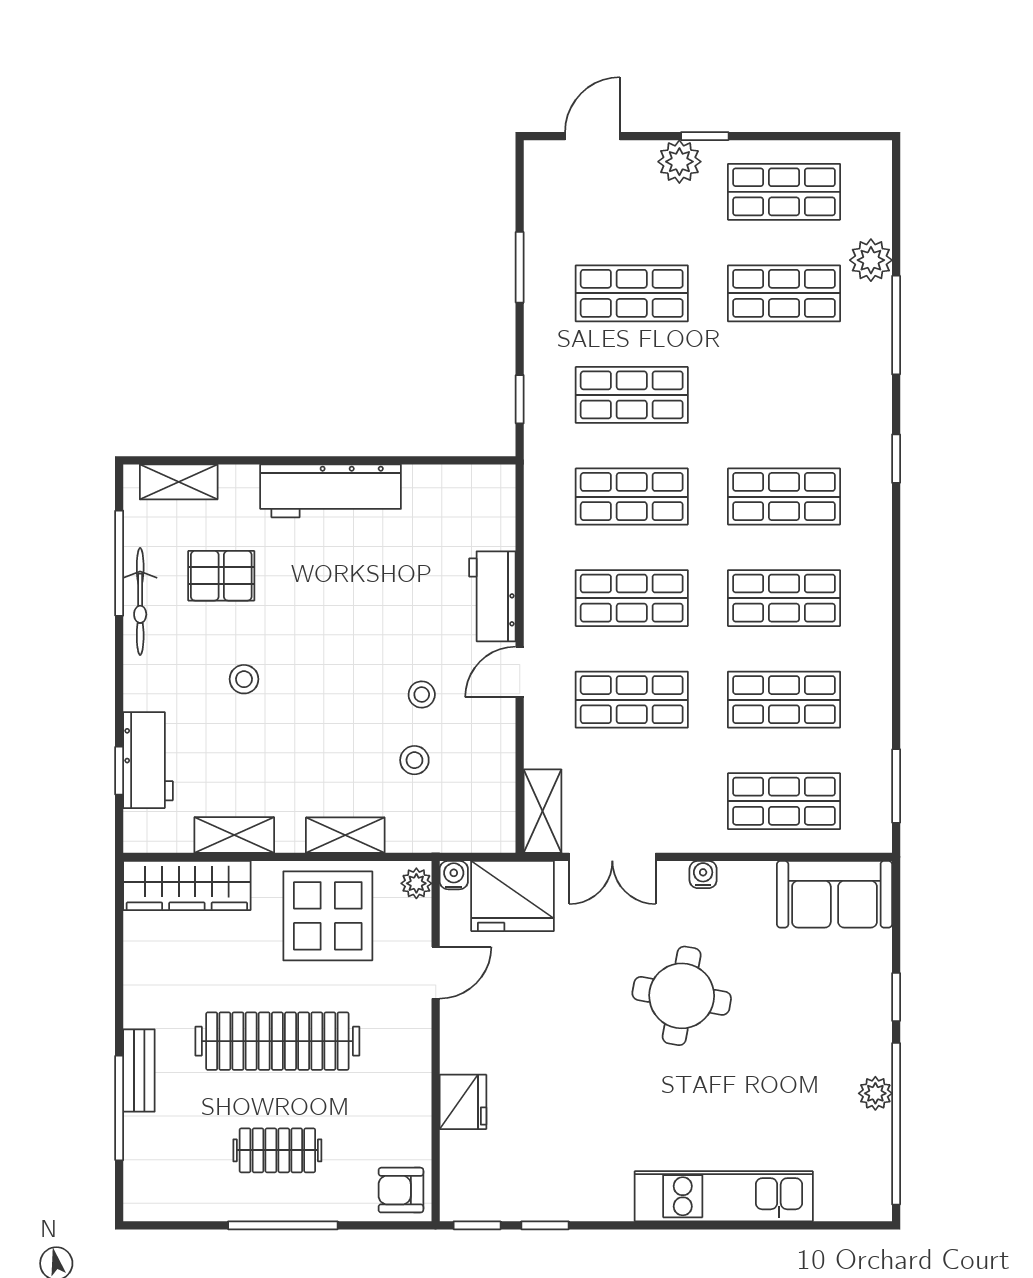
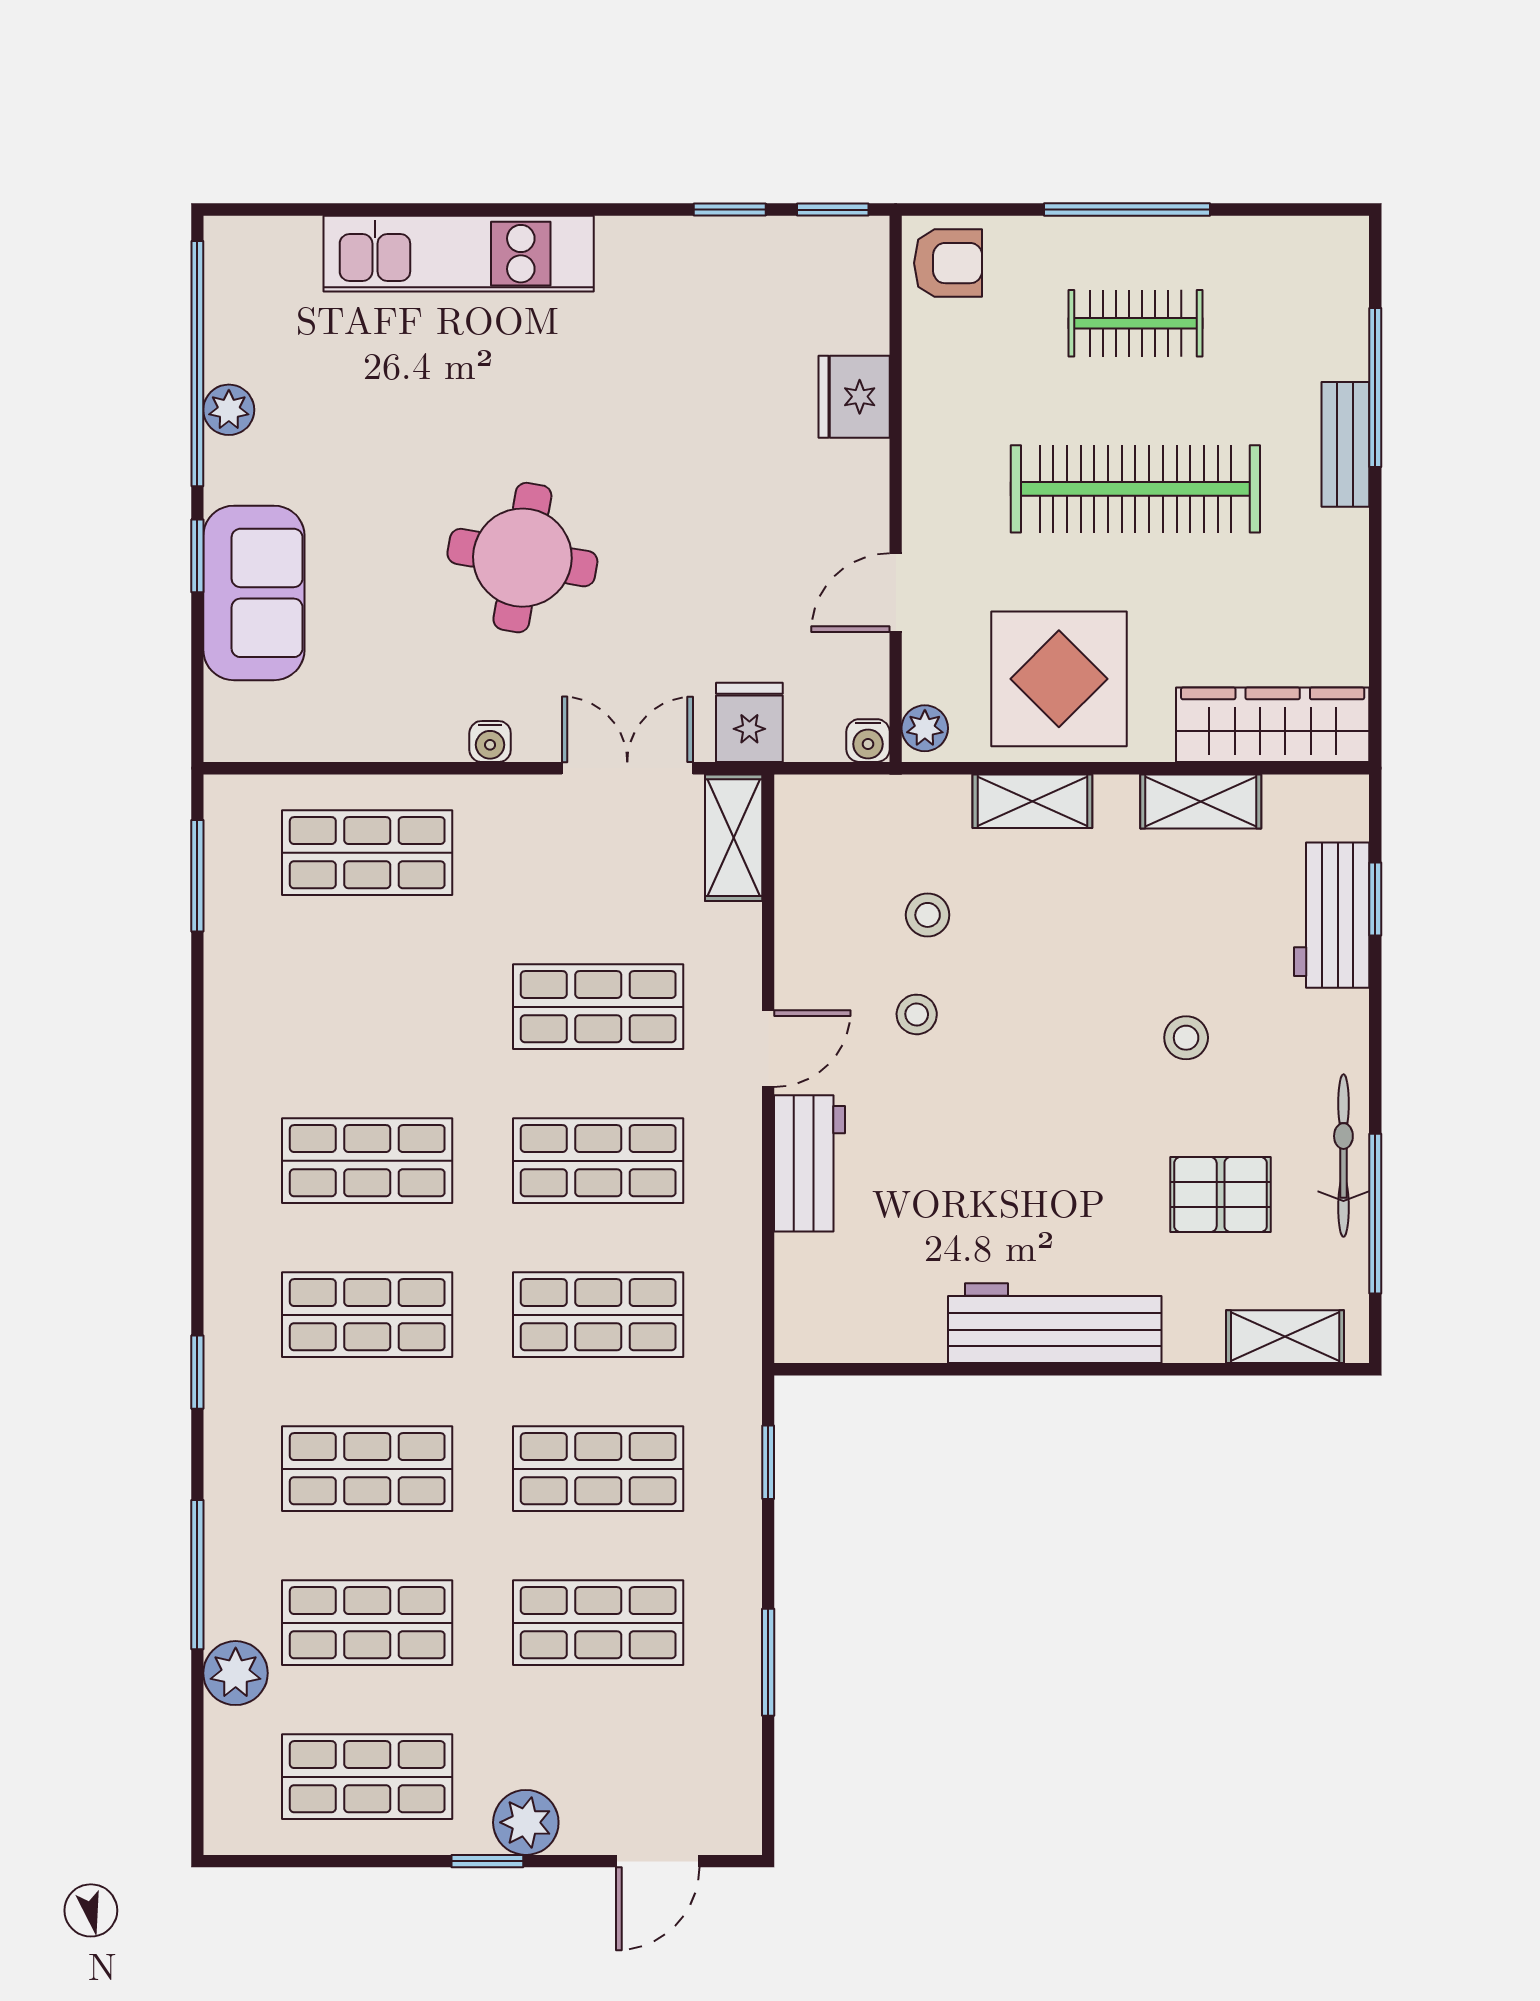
shop shelf: (784, 700) -> (367, 1469), moved
sofa: (834, 894) -> (254, 593), moved, turned 90
fridge: (513, 896) -> (749, 722), width x0.53, depth x0.75

